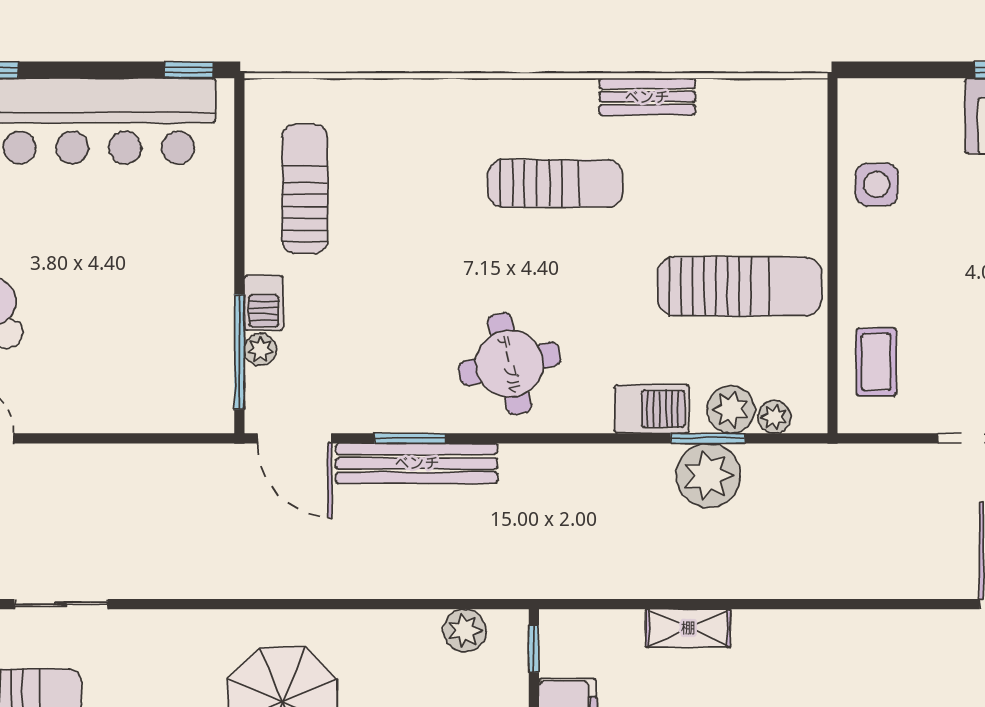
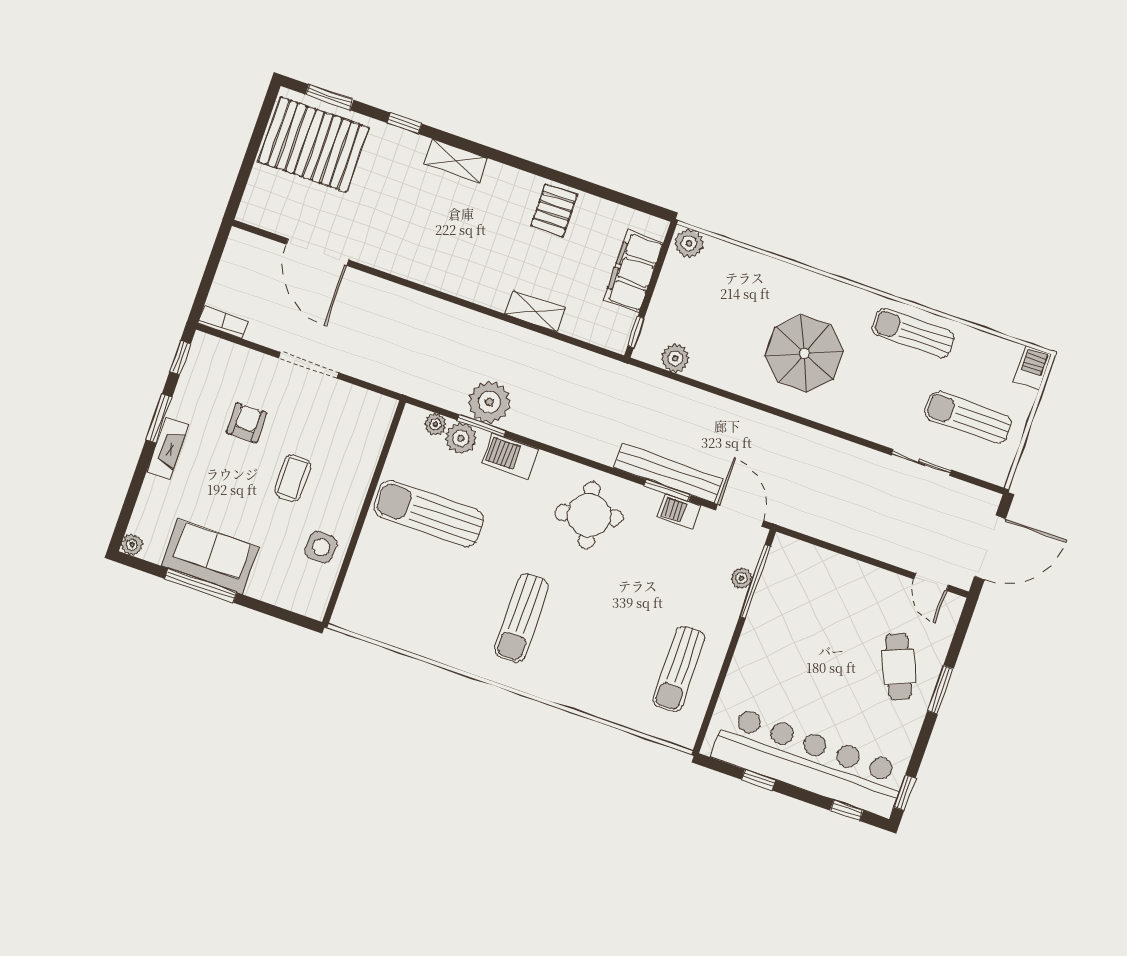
window: (189, 70) -> (758, 780), moved
bench: (647, 97) -> (445, 652), removed
sun lounger: (555, 183) -> (521, 618), turned -90
barbecue: (264, 303) -> (679, 511), moved, turned -90
coffee table: (876, 362) -> (293, 478), moved

